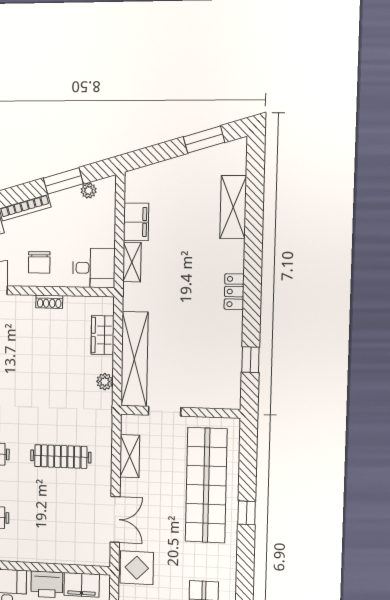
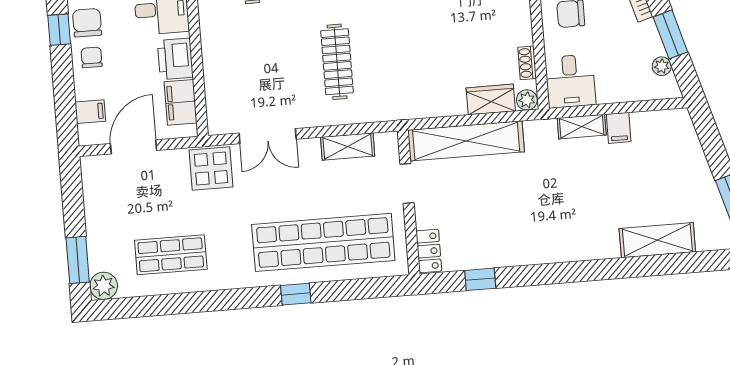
filing cabinet: (136, 222) -> (619, 128), width x0.50
locker: (234, 292) -> (429, 251), moved, turned 90
shoe rack: (49, 302) -> (527, 63), moved
plant: (105, 382) -> (527, 100), moved

